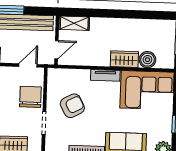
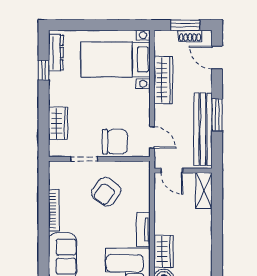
armchair: (72, 106) -> (106, 192), turned 65

